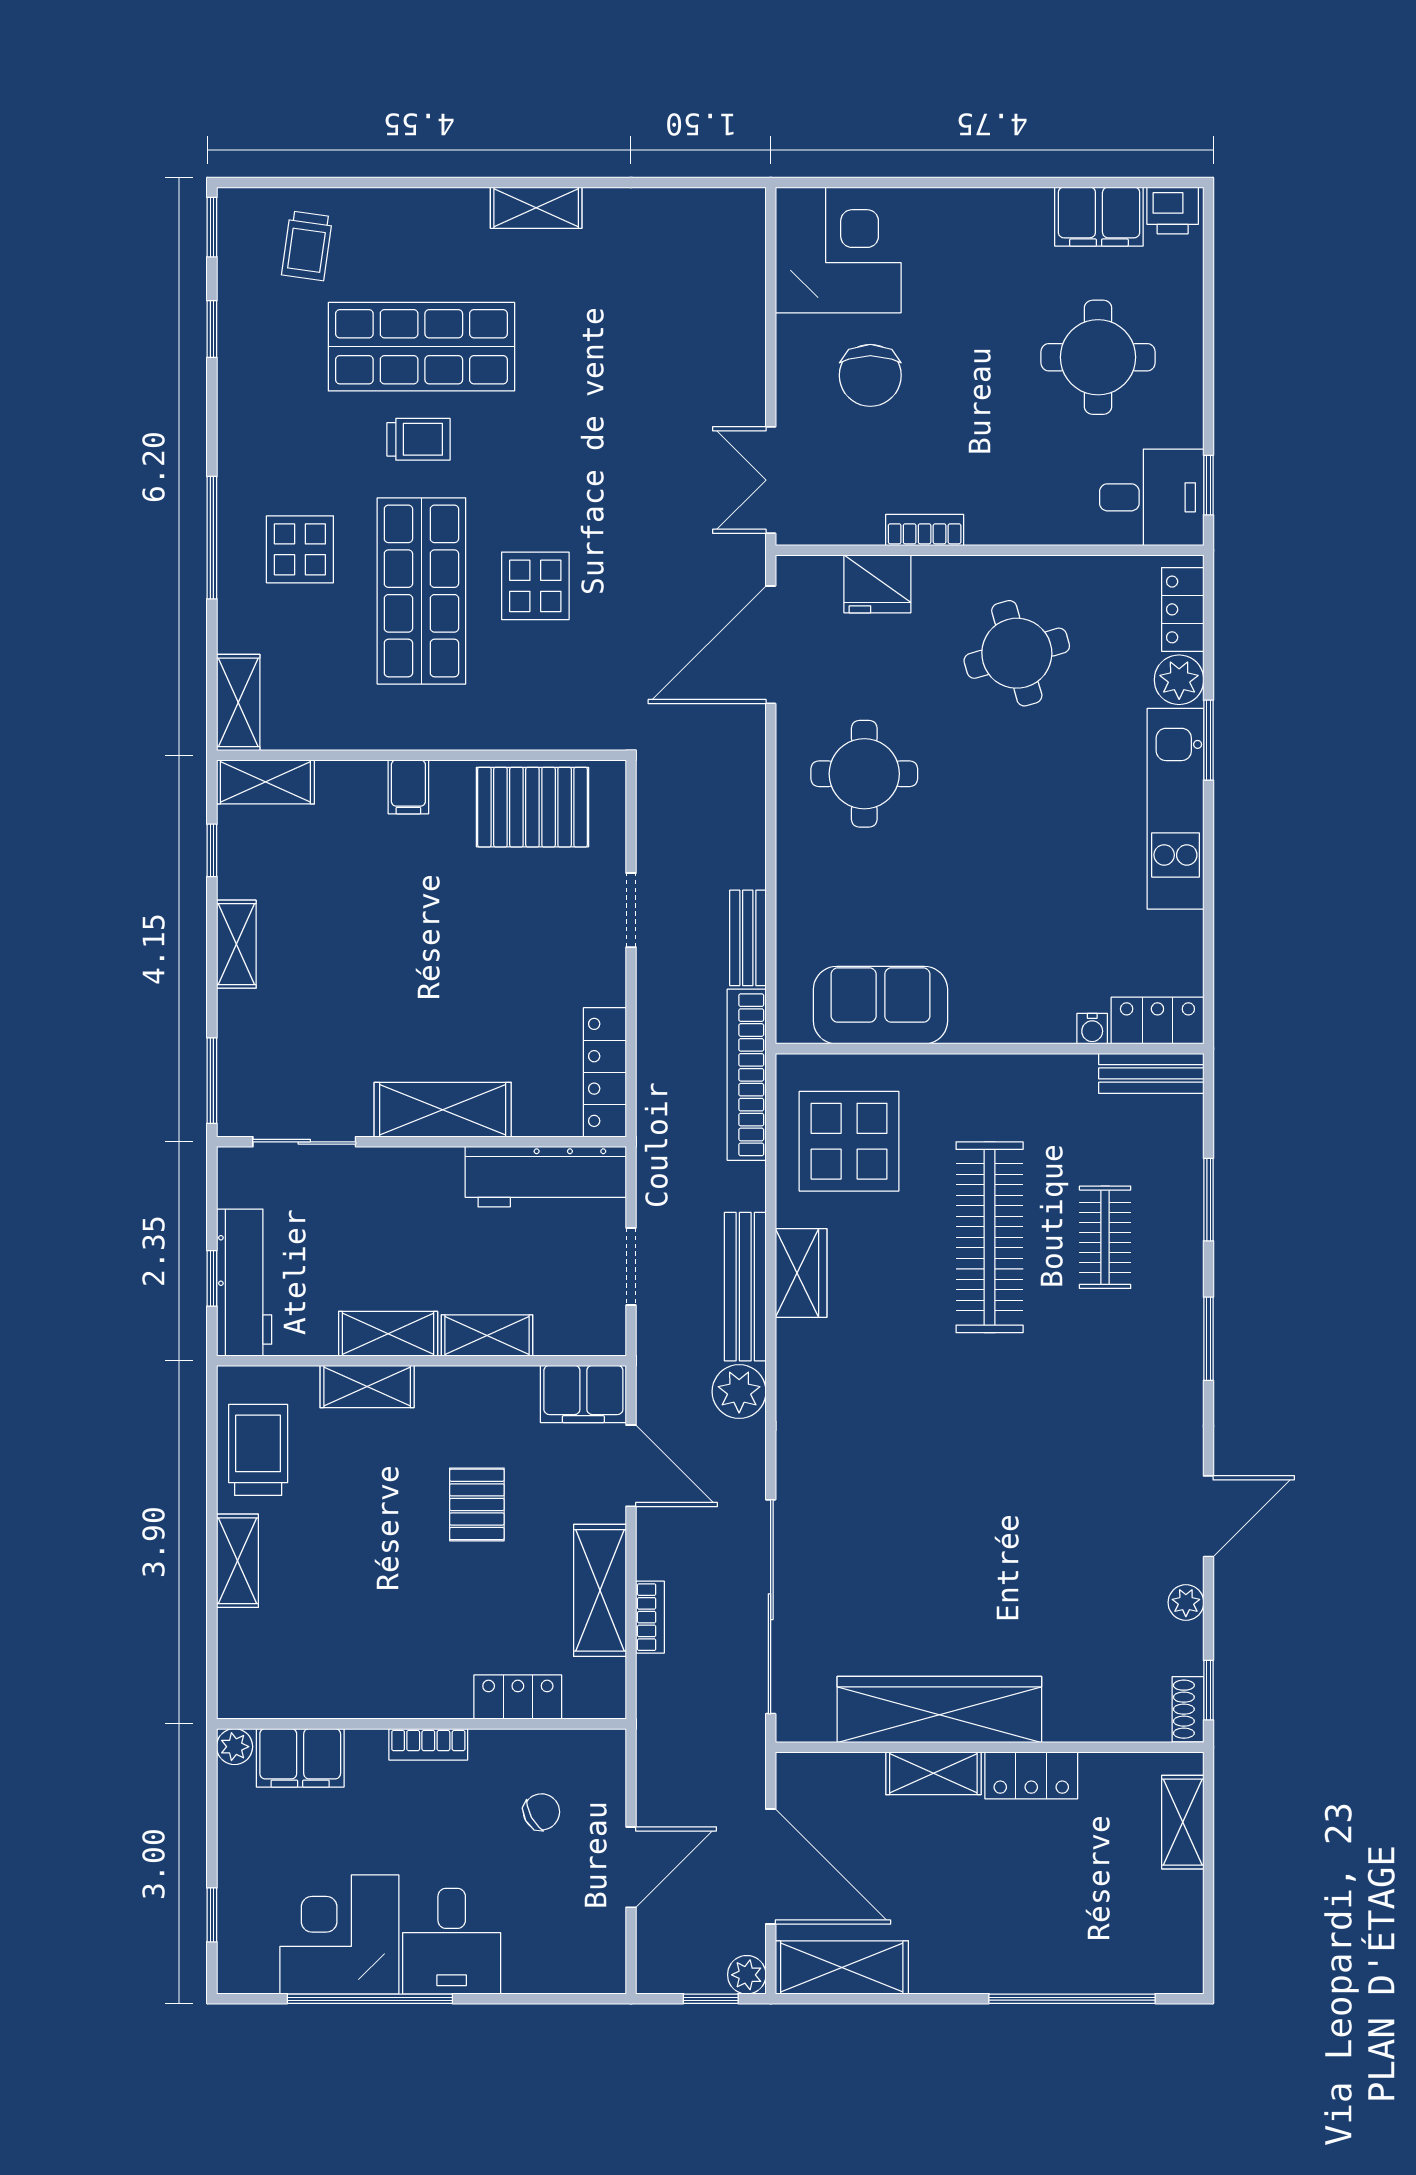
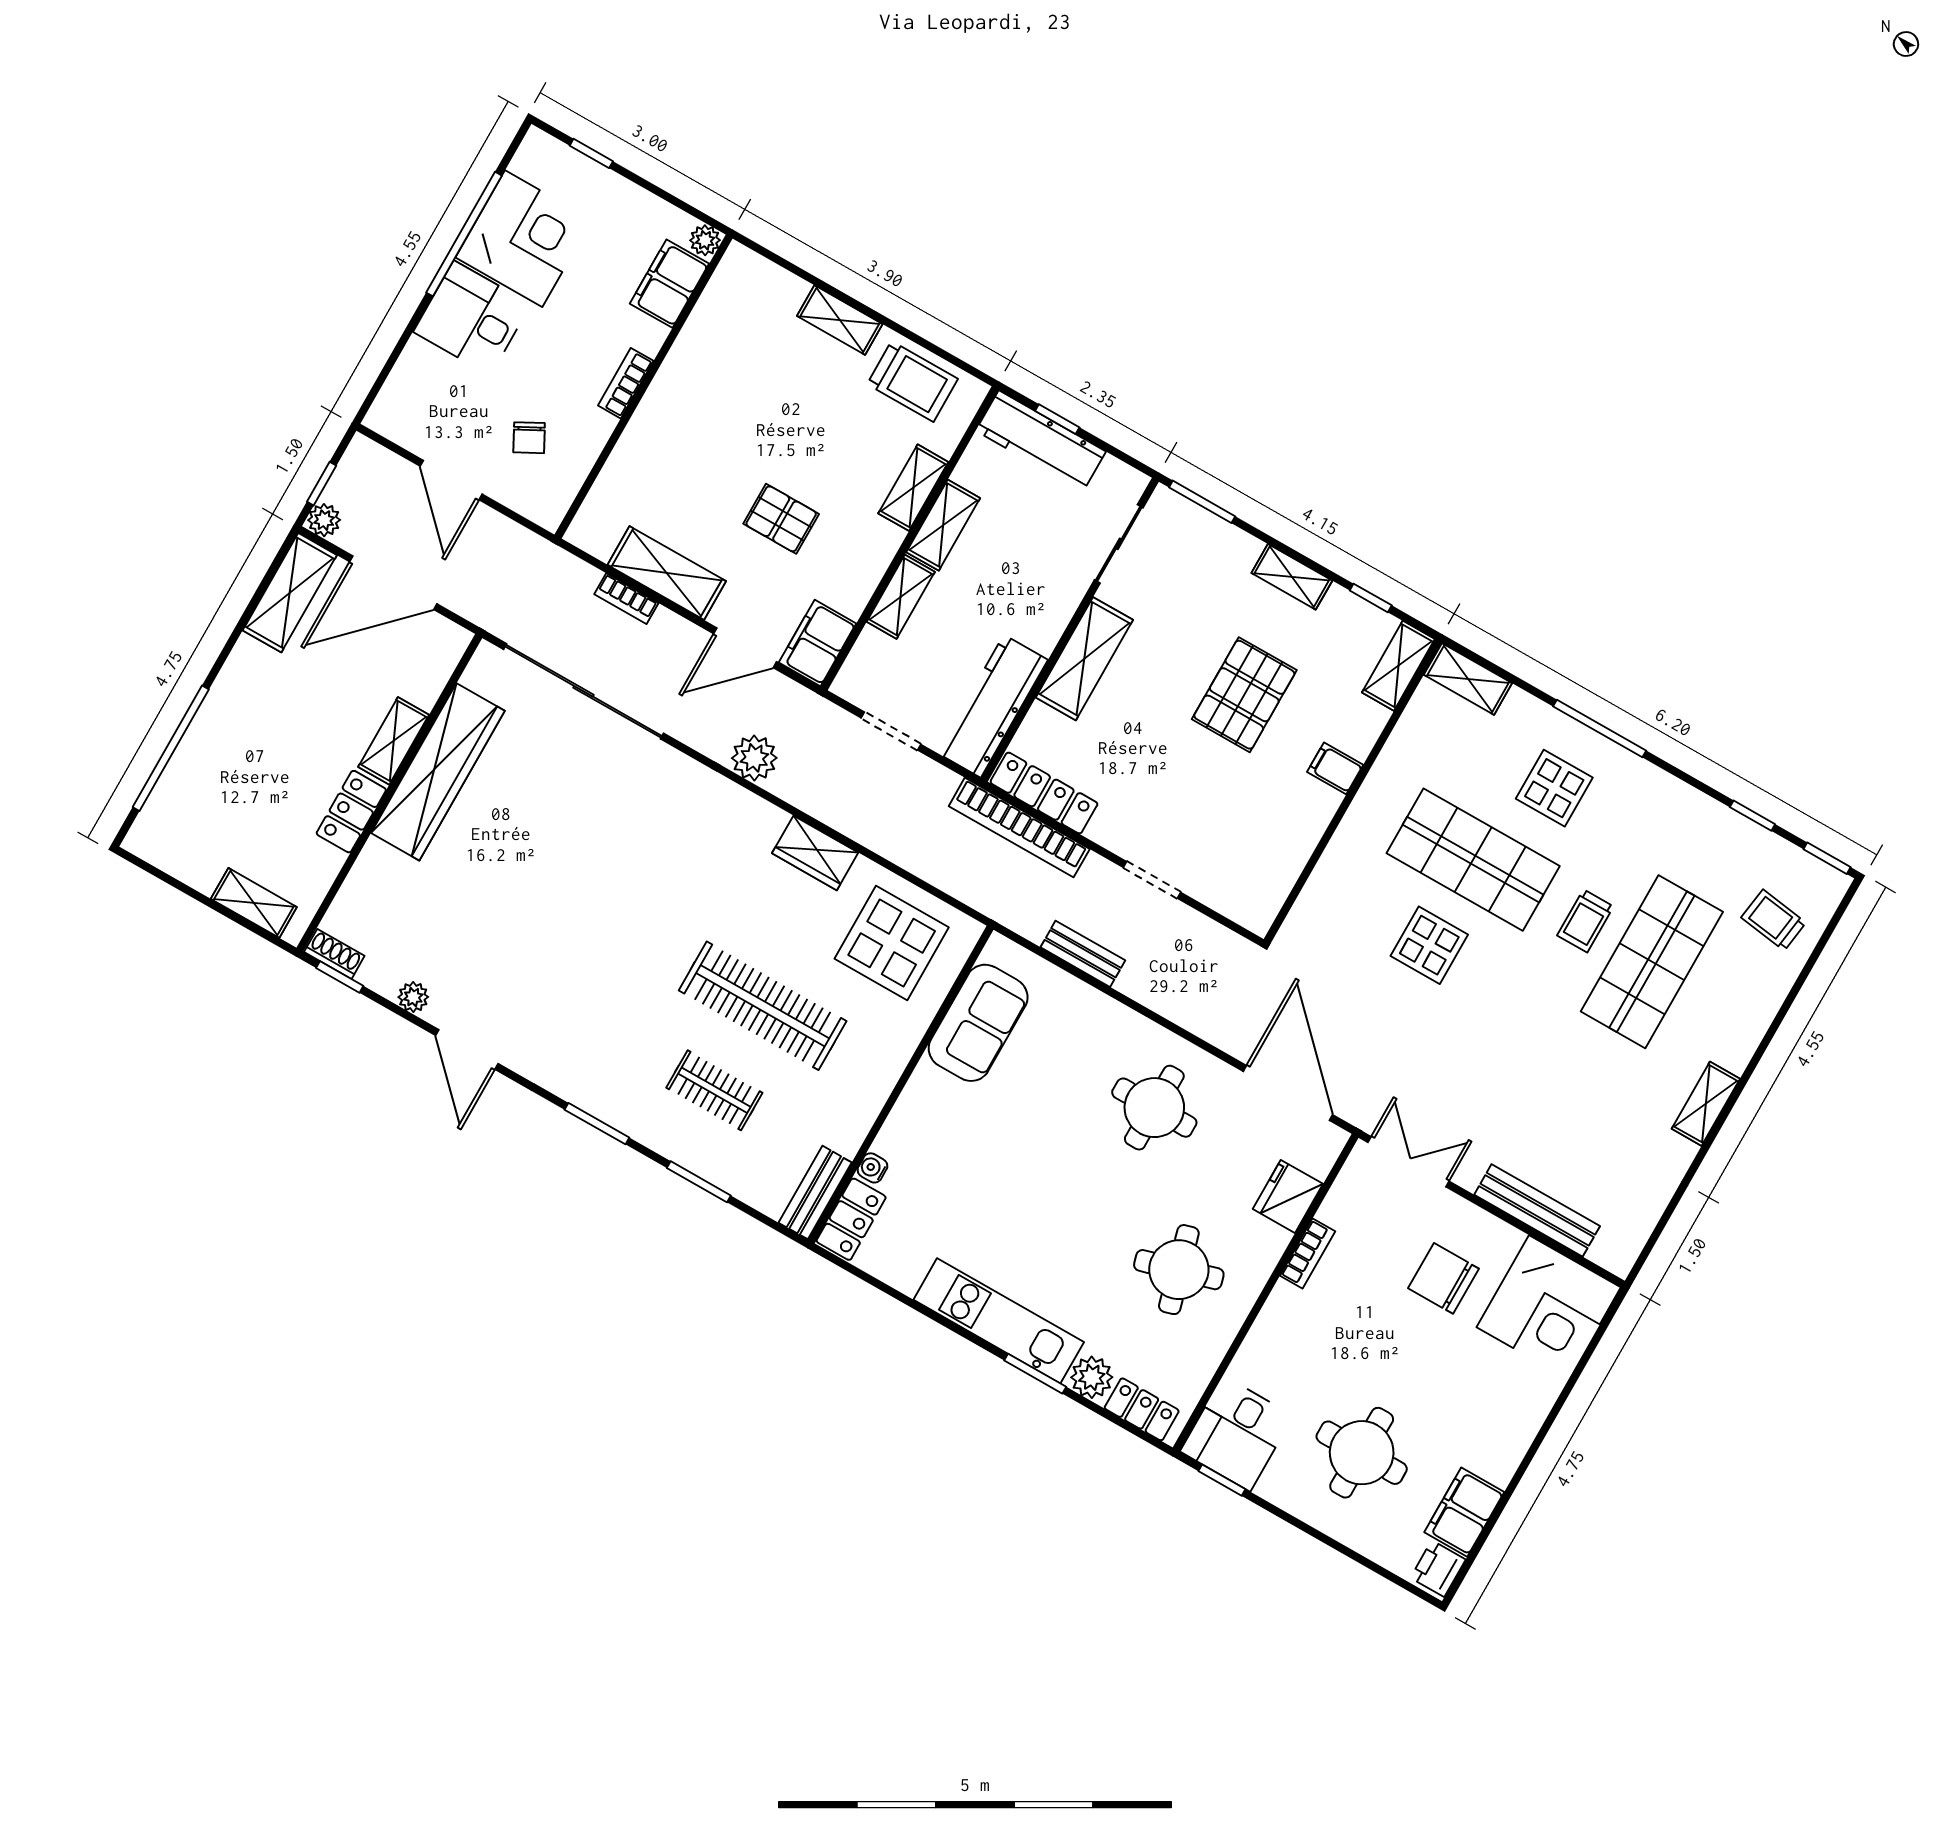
pallet: (532, 807) -> (1244, 695), moved
bookcase: (747, 1075) -> (1019, 828), moved, turned 180
bench: (745, 1287) -> (1537, 1210), moved
locker: (518, 1697) -> (623, 468), removed

